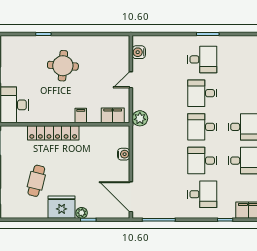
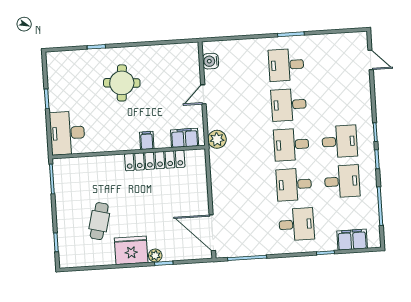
desk: (202, 59) -> (286, 65), turned 180
locker: (53, 133) -> (155, 161), moved
water cooler: (124, 154) -> (200, 183), removed

